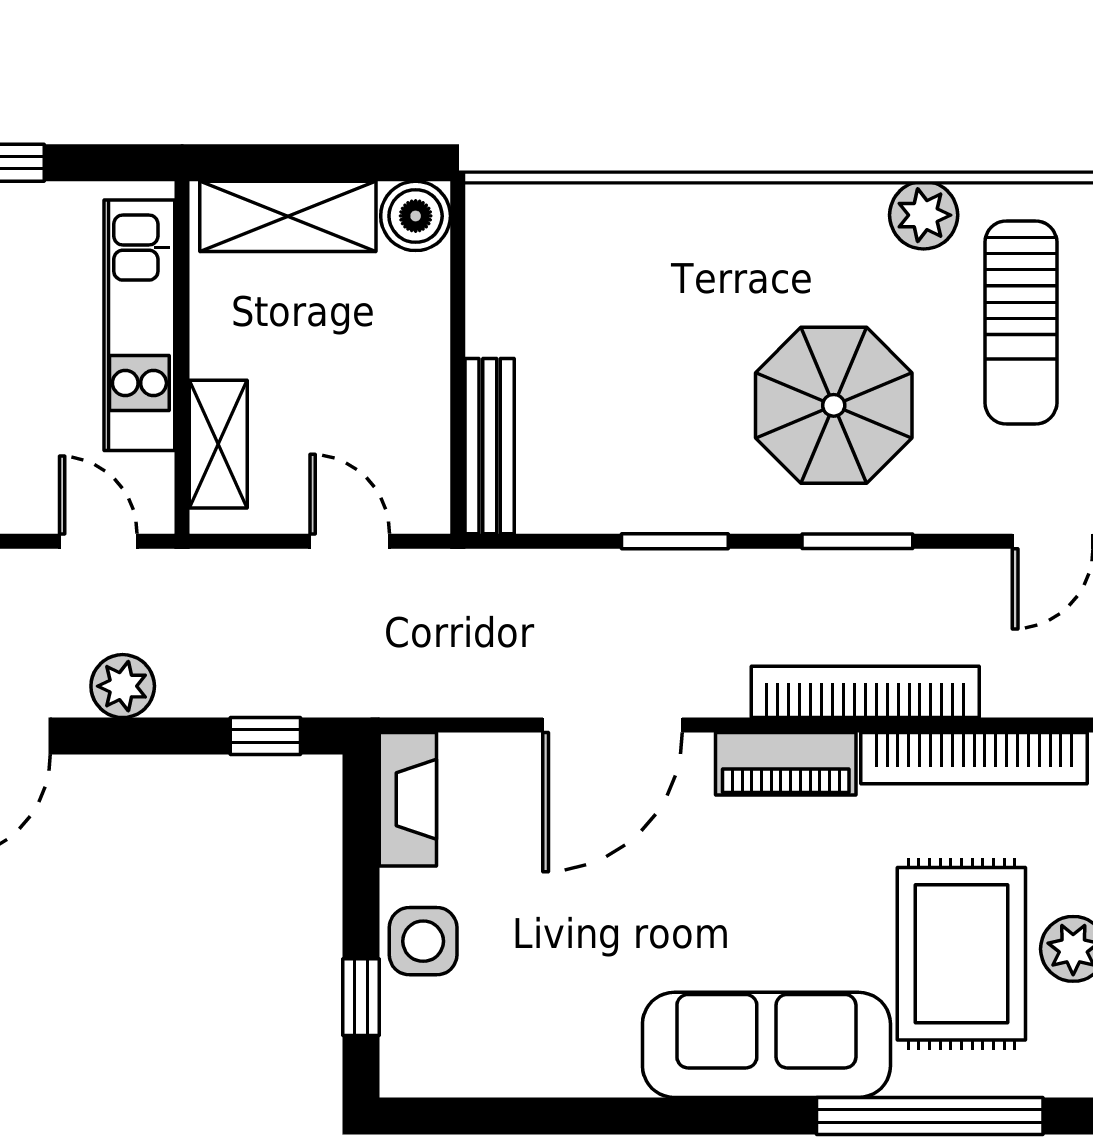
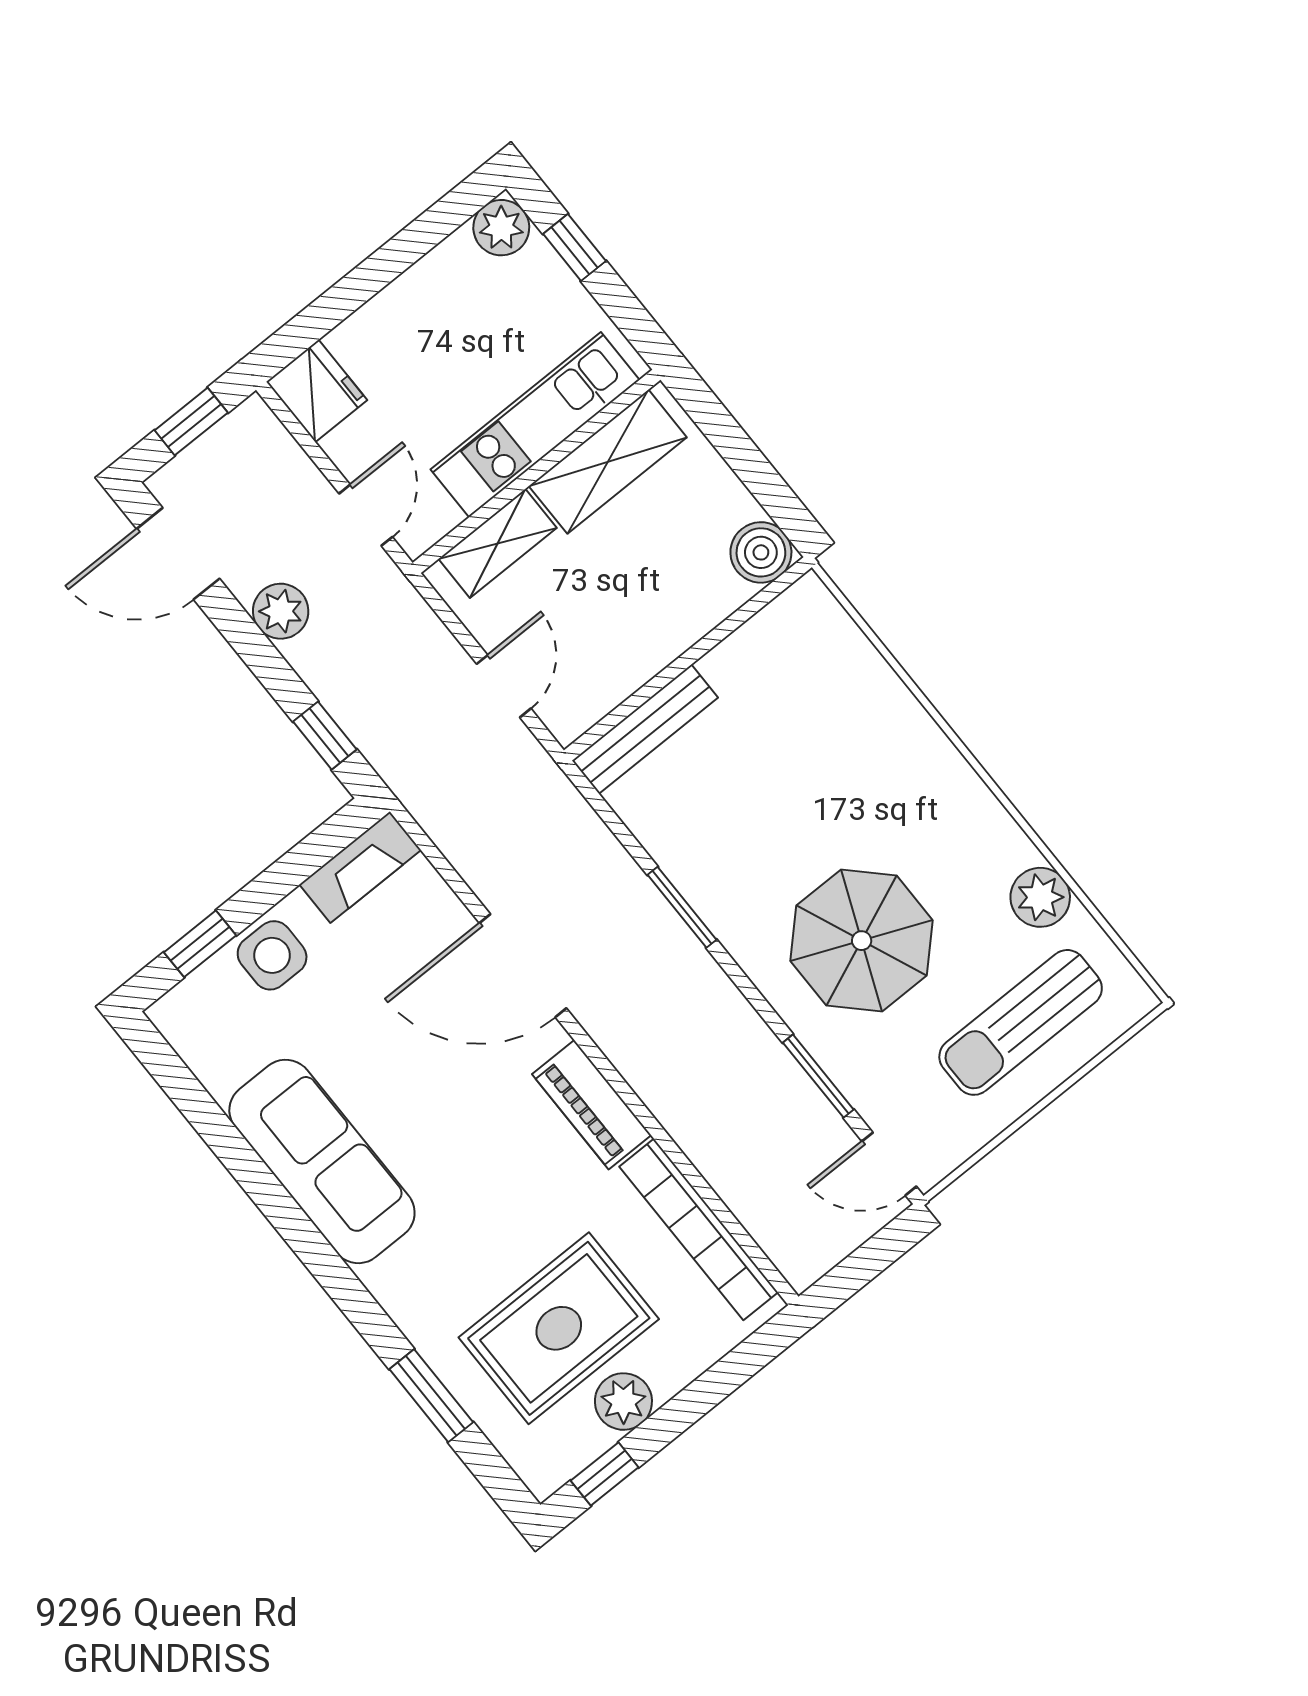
shelving: (288, 216) -> (608, 462), moved, turned 90
window: (857, 541) -> (818, 1076), moved
bookcase: (865, 692) -> (684, 1119), removed
sofa: (766, 1045) -> (322, 1161), moved
window: (930, 1116) -> (431, 1396), width x0.47

